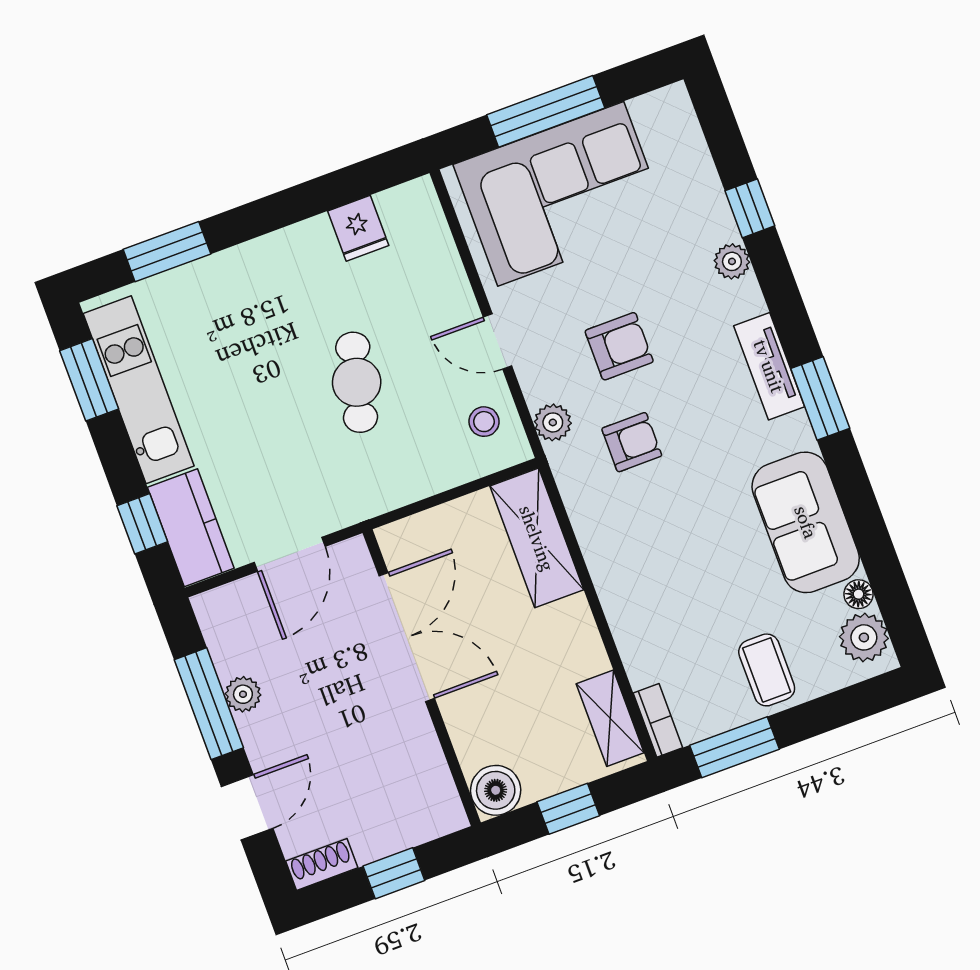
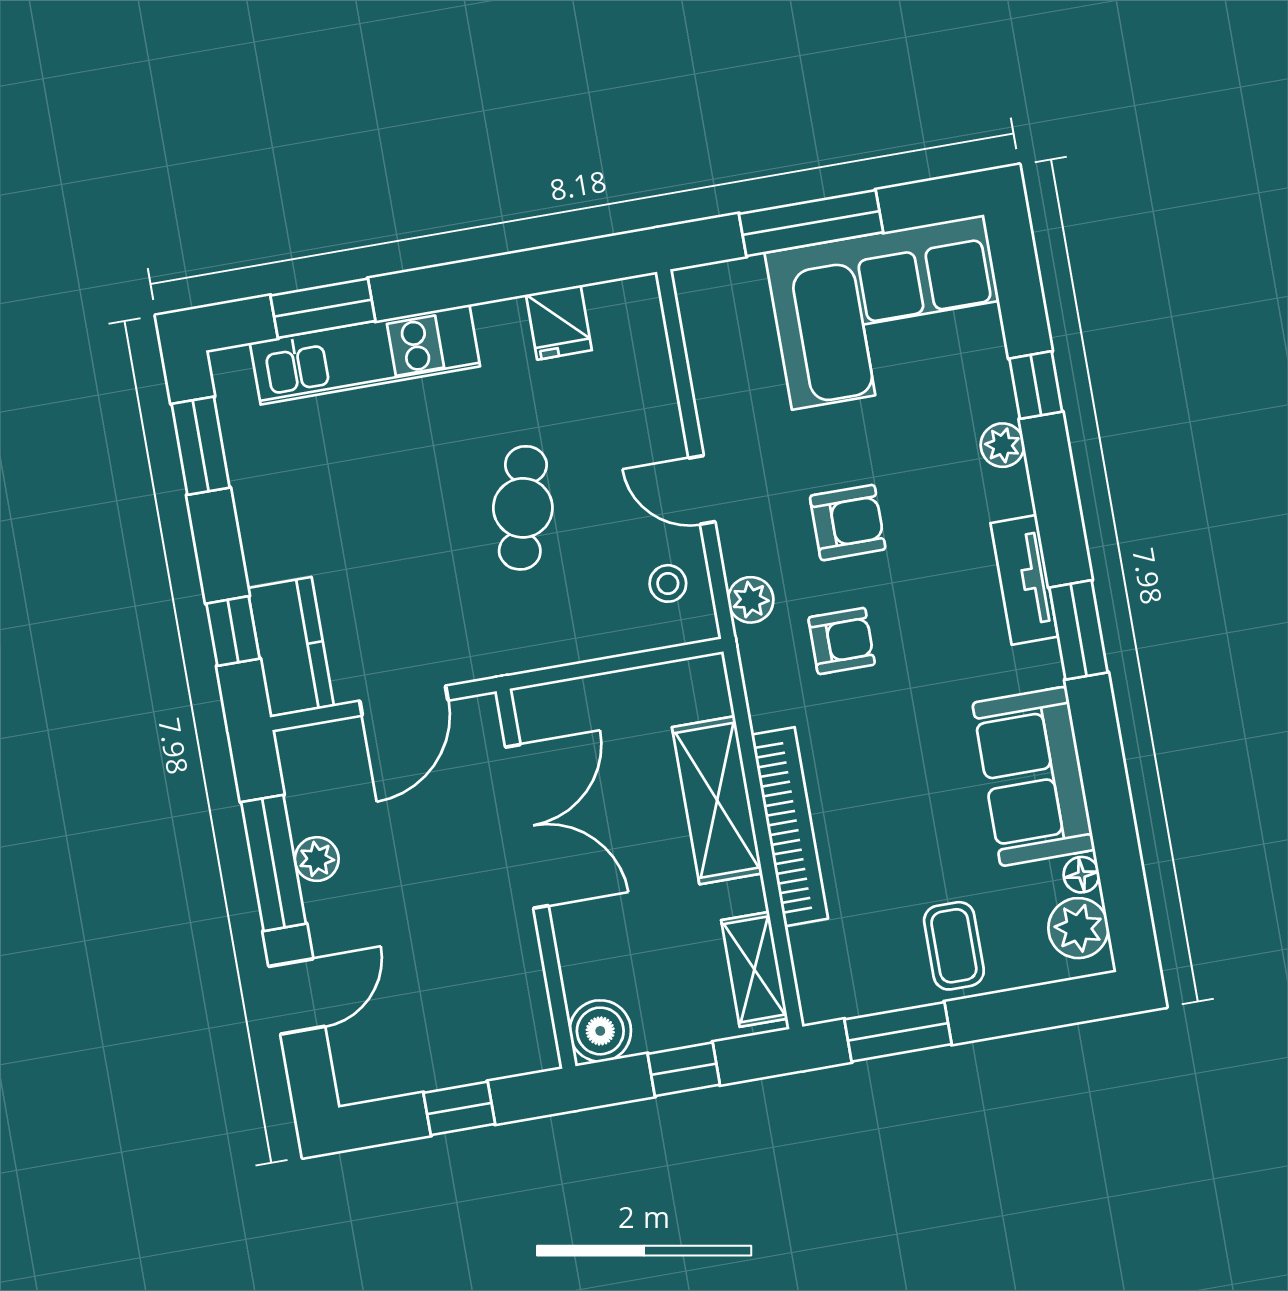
corner sofa: (561, 194) -> (888, 312), moved
kitchen unit: (139, 390) -> (365, 355), moved, turned 90
shelving: (537, 538) -> (717, 800), moved
bookcase: (658, 720) -> (790, 827), moved, width x2.31, depth x1.31
shoe rack: (322, 864) -> (374, 1082), removed

